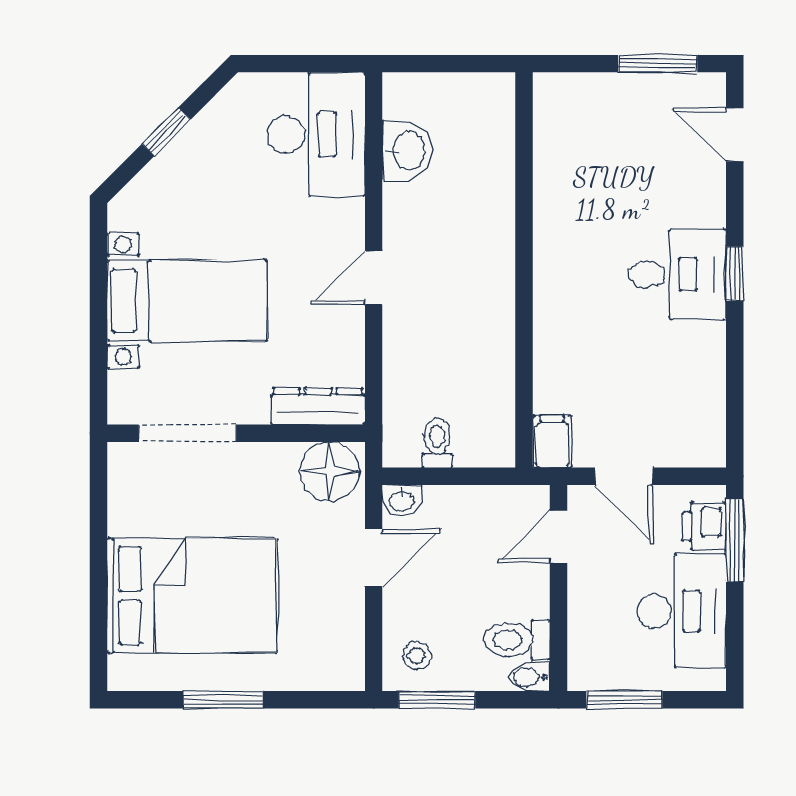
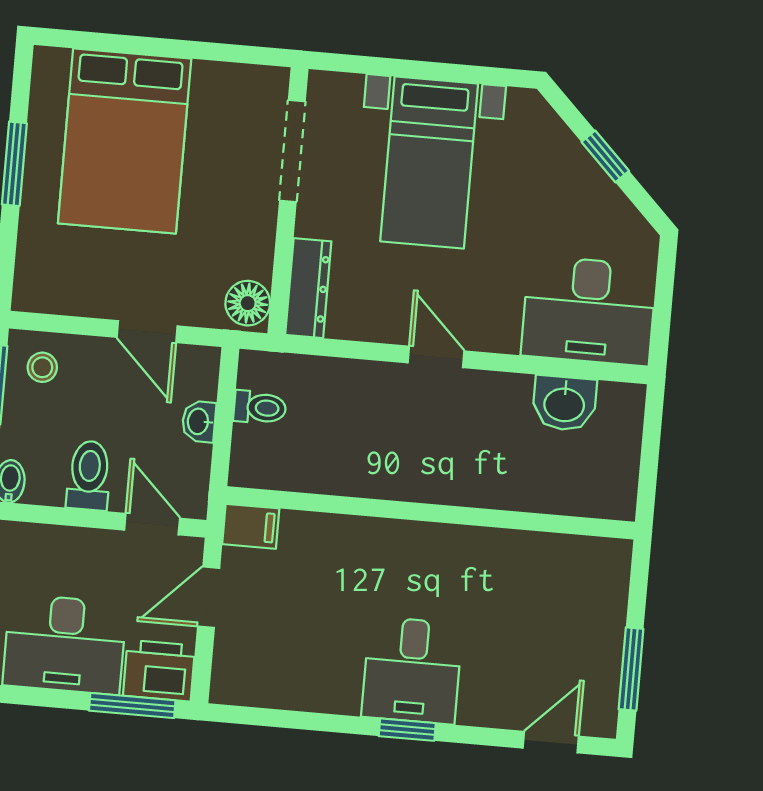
floor lamp: (330, 471) -> (248, 303), width x0.73, depth x0.73
washbasin: (402, 500) -> (199, 421), moved
printer: (704, 527) -> (159, 671), width x1.36, depth x1.24
toilet: (517, 640) -> (89, 475), moved

